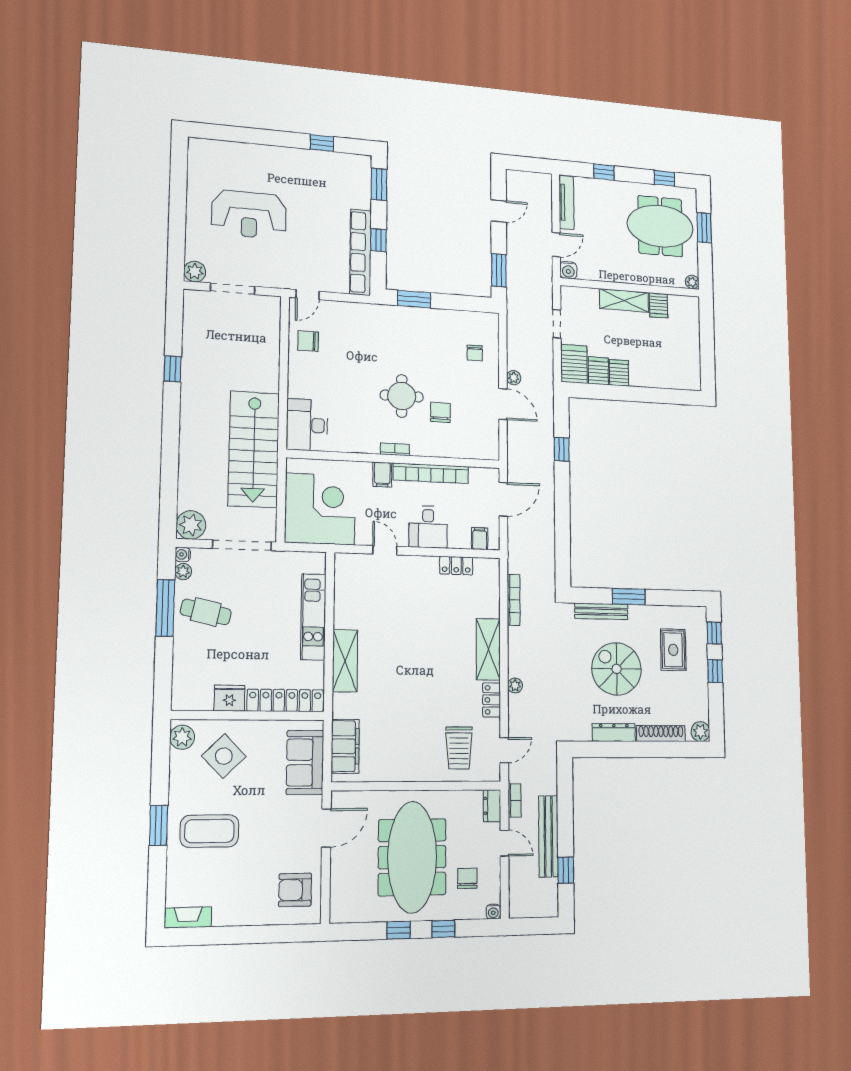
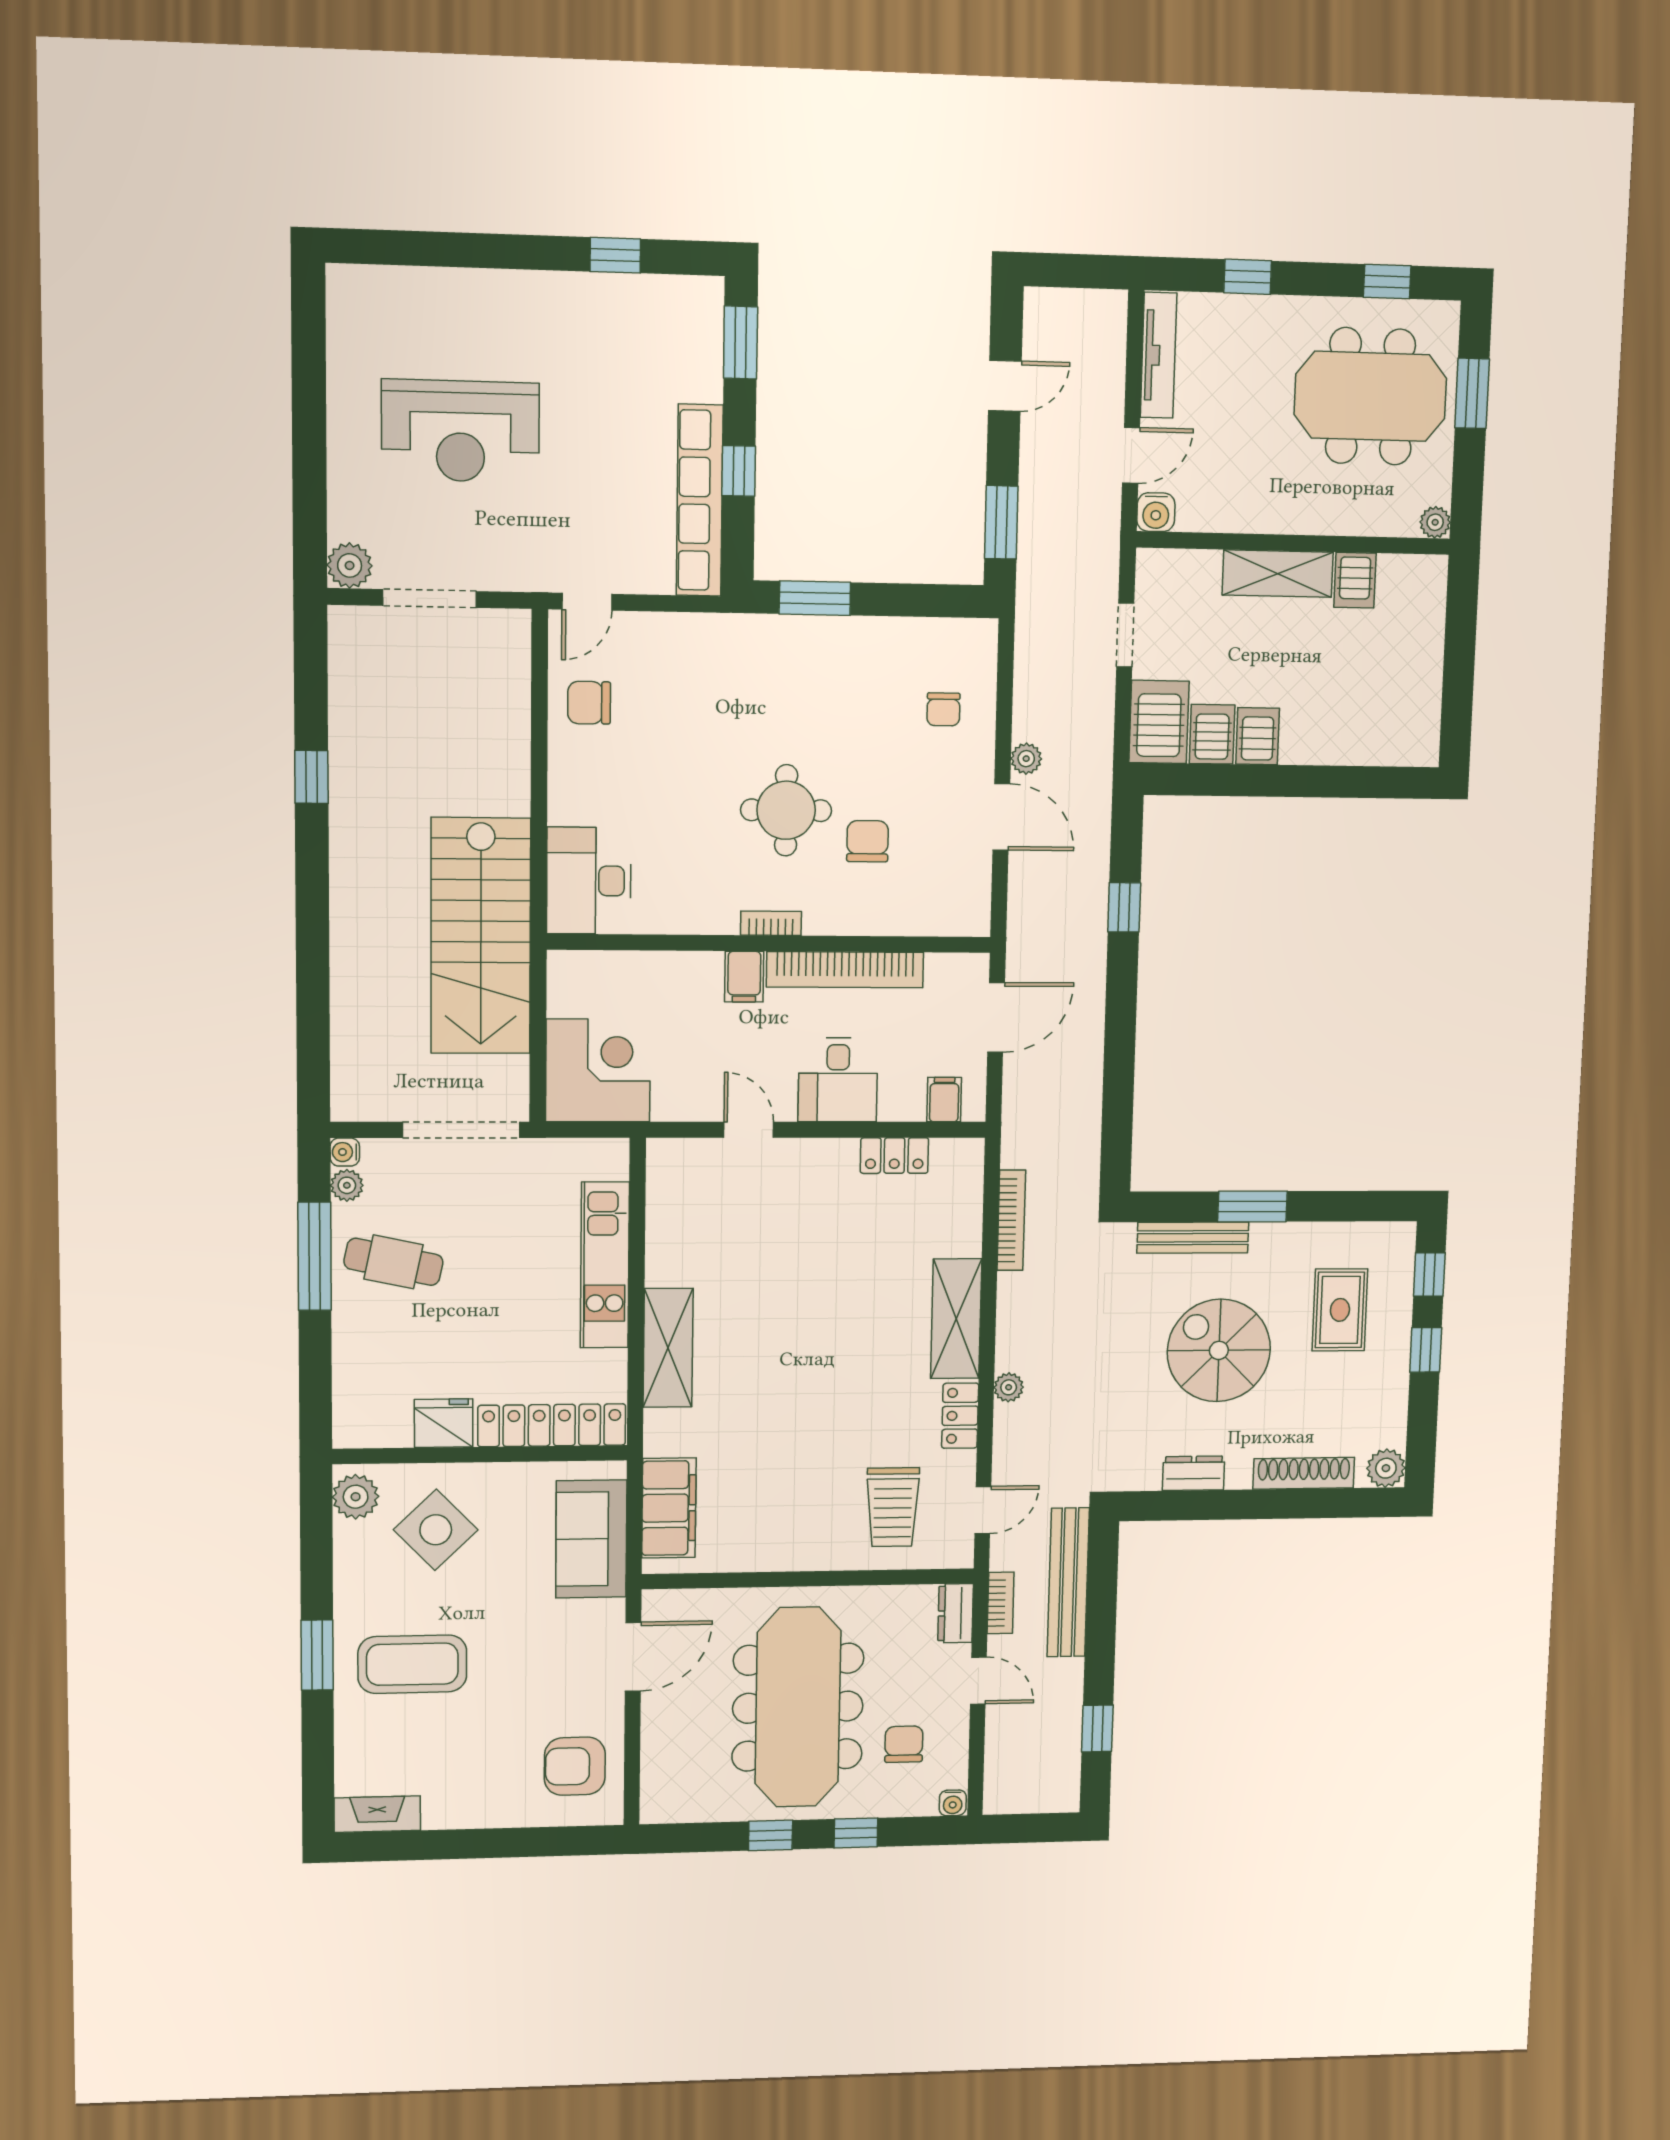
corner desk: (320, 509) -> (598, 1071), width x0.74, depth x0.74
plant: (191, 525) -> (359, 1094), removed
dresser: (614, 733) -> (1193, 1473), width x0.70
bench: (548, 836) -> (1068, 1582), moved

